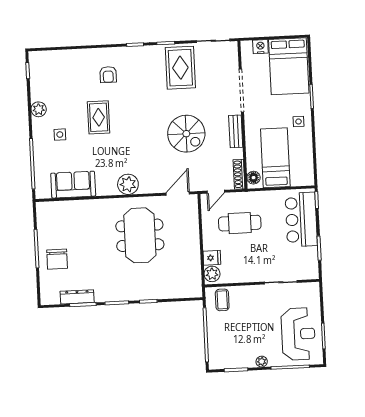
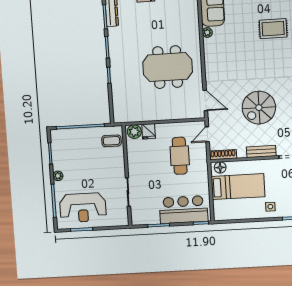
plant: (128, 184) -> (207, 32), moved, width x0.53, depth x0.53
door: (216, 192) -> (207, 134), hinge flipped

